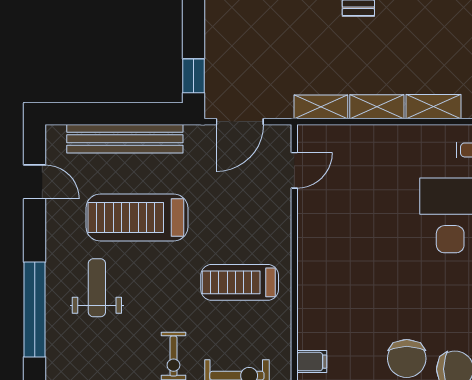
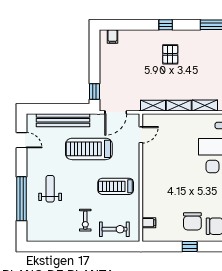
treadmill: (137, 218) -> (89, 149), moved

